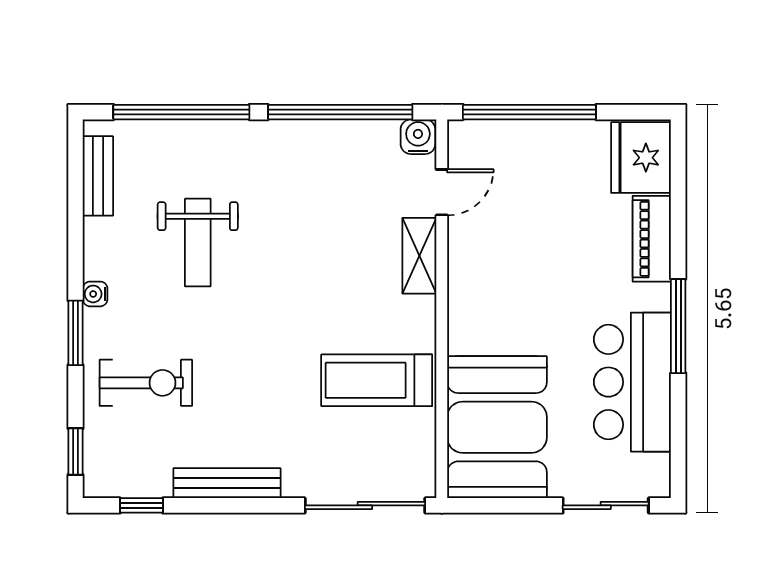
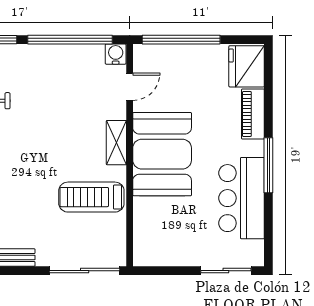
shelving: (419, 256) -> (116, 143), moved
booth: (497, 427) -> (162, 154), moved

